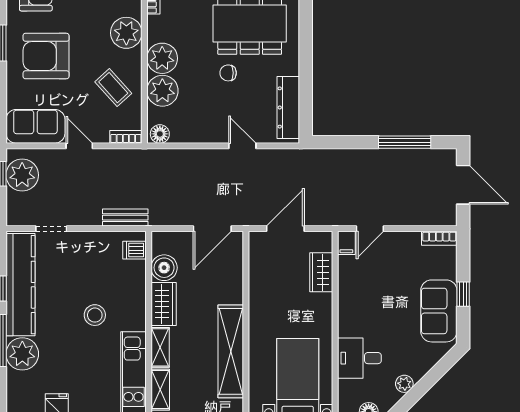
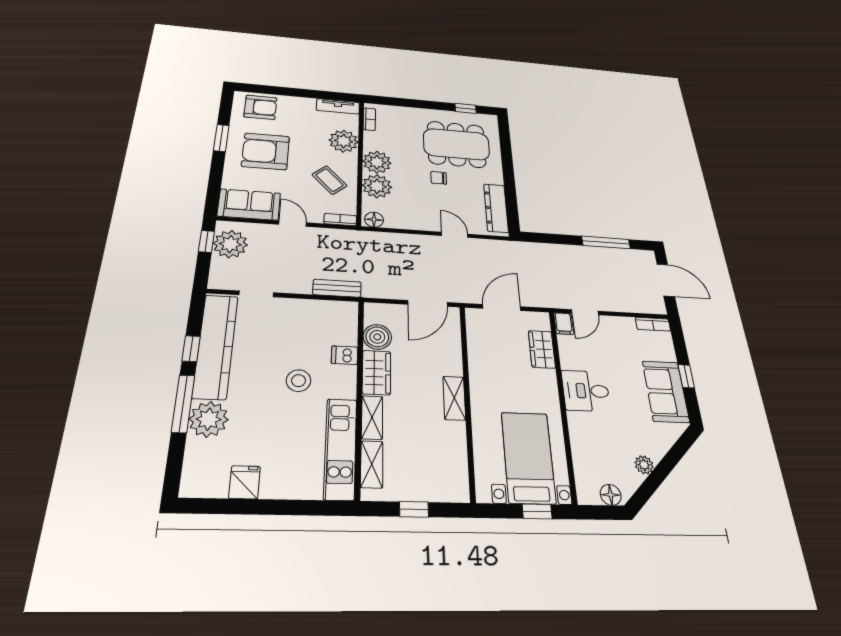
dishwasher: (134, 250) -> (345, 355), moved
shelving: (231, 351) -> (454, 398), width x0.45, depth x0.75
desk: (359, 358) -> (586, 391), moved

